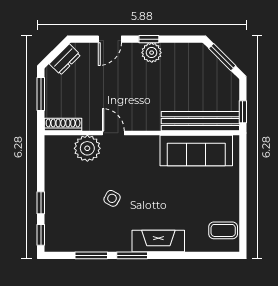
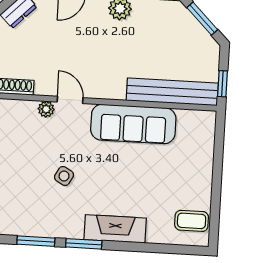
plant: (87, 148) -> (46, 109), width x0.53, depth x0.53
sofa: (196, 150) -> (133, 124), moved

